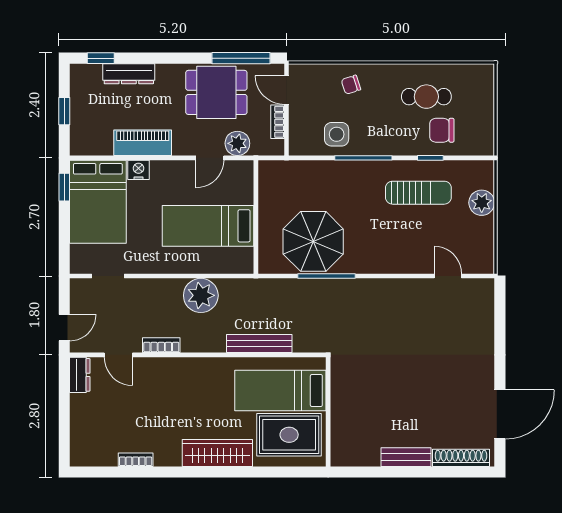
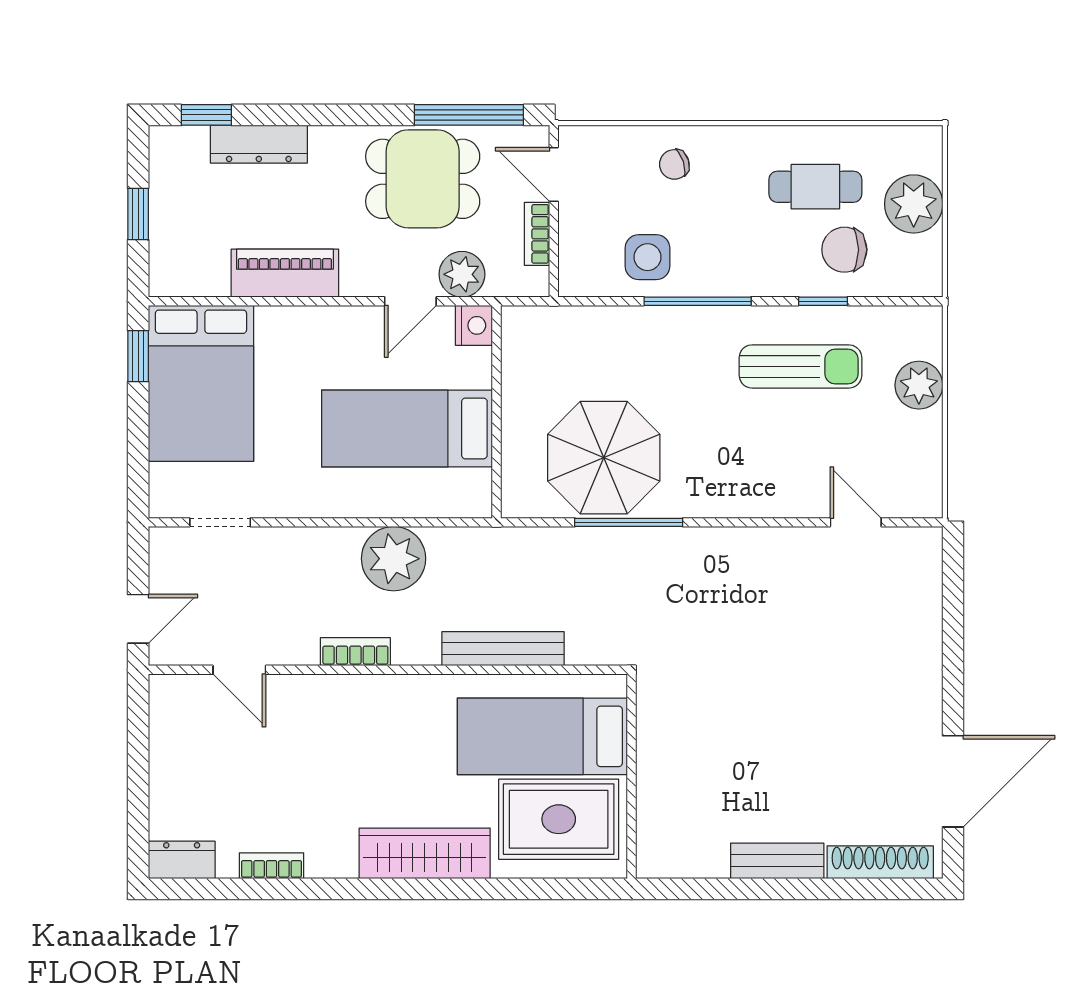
plant: (479, 106) -> (914, 204), added
nightstand: (138, 170) -> (474, 325), moved, turned 90
bookcase: (161, 345) -> (355, 652), moved
dresser: (80, 375) -> (182, 860), moved, turned -90

